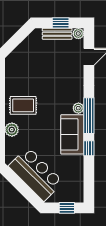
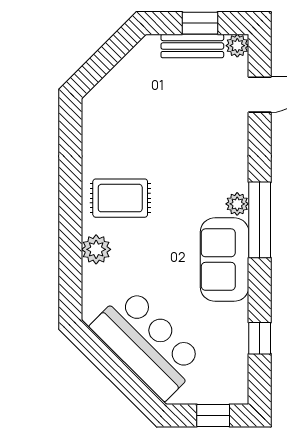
window: (89, 148) -> (260, 338), moved

